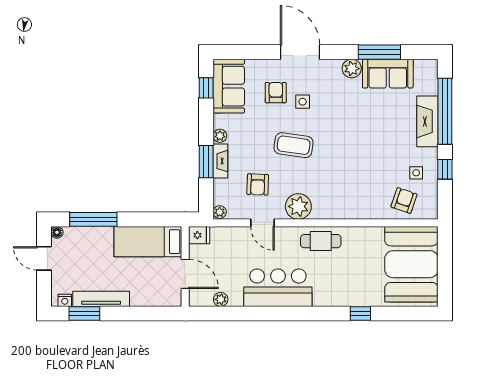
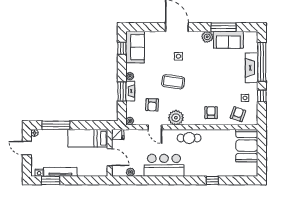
armchair: (276, 93) -> (211, 113), moved
booth: (411, 264) -> (247, 146), width x0.73, depth x0.70

